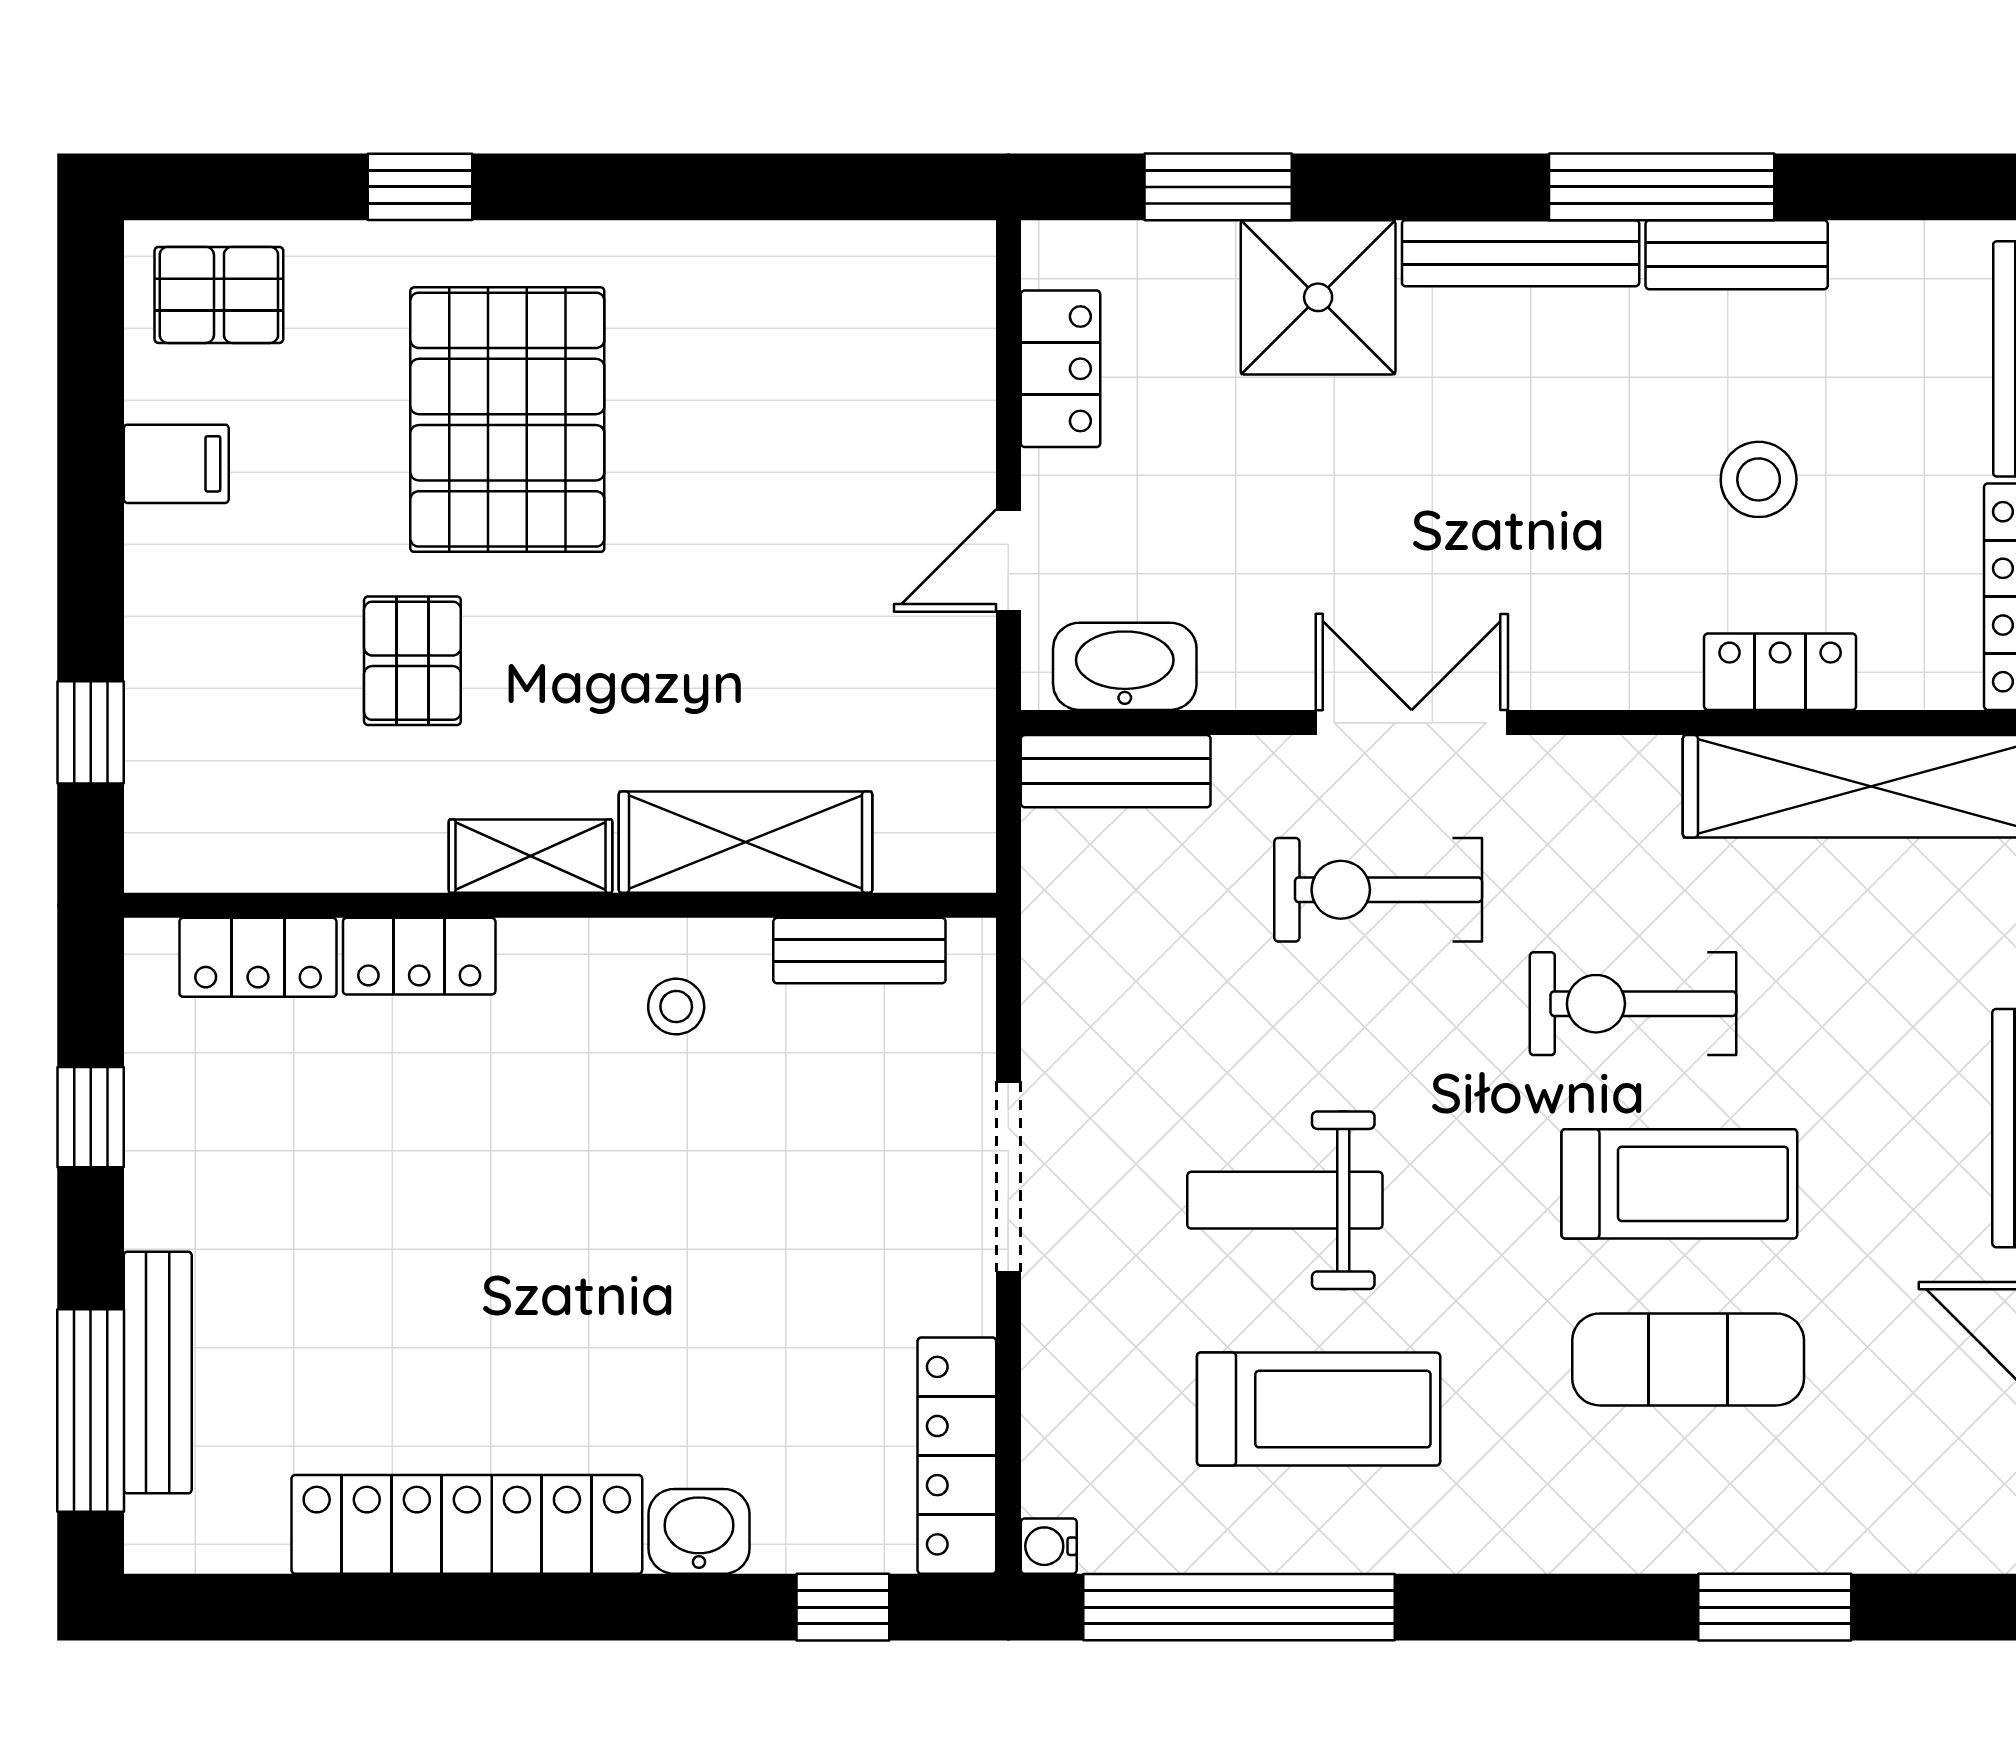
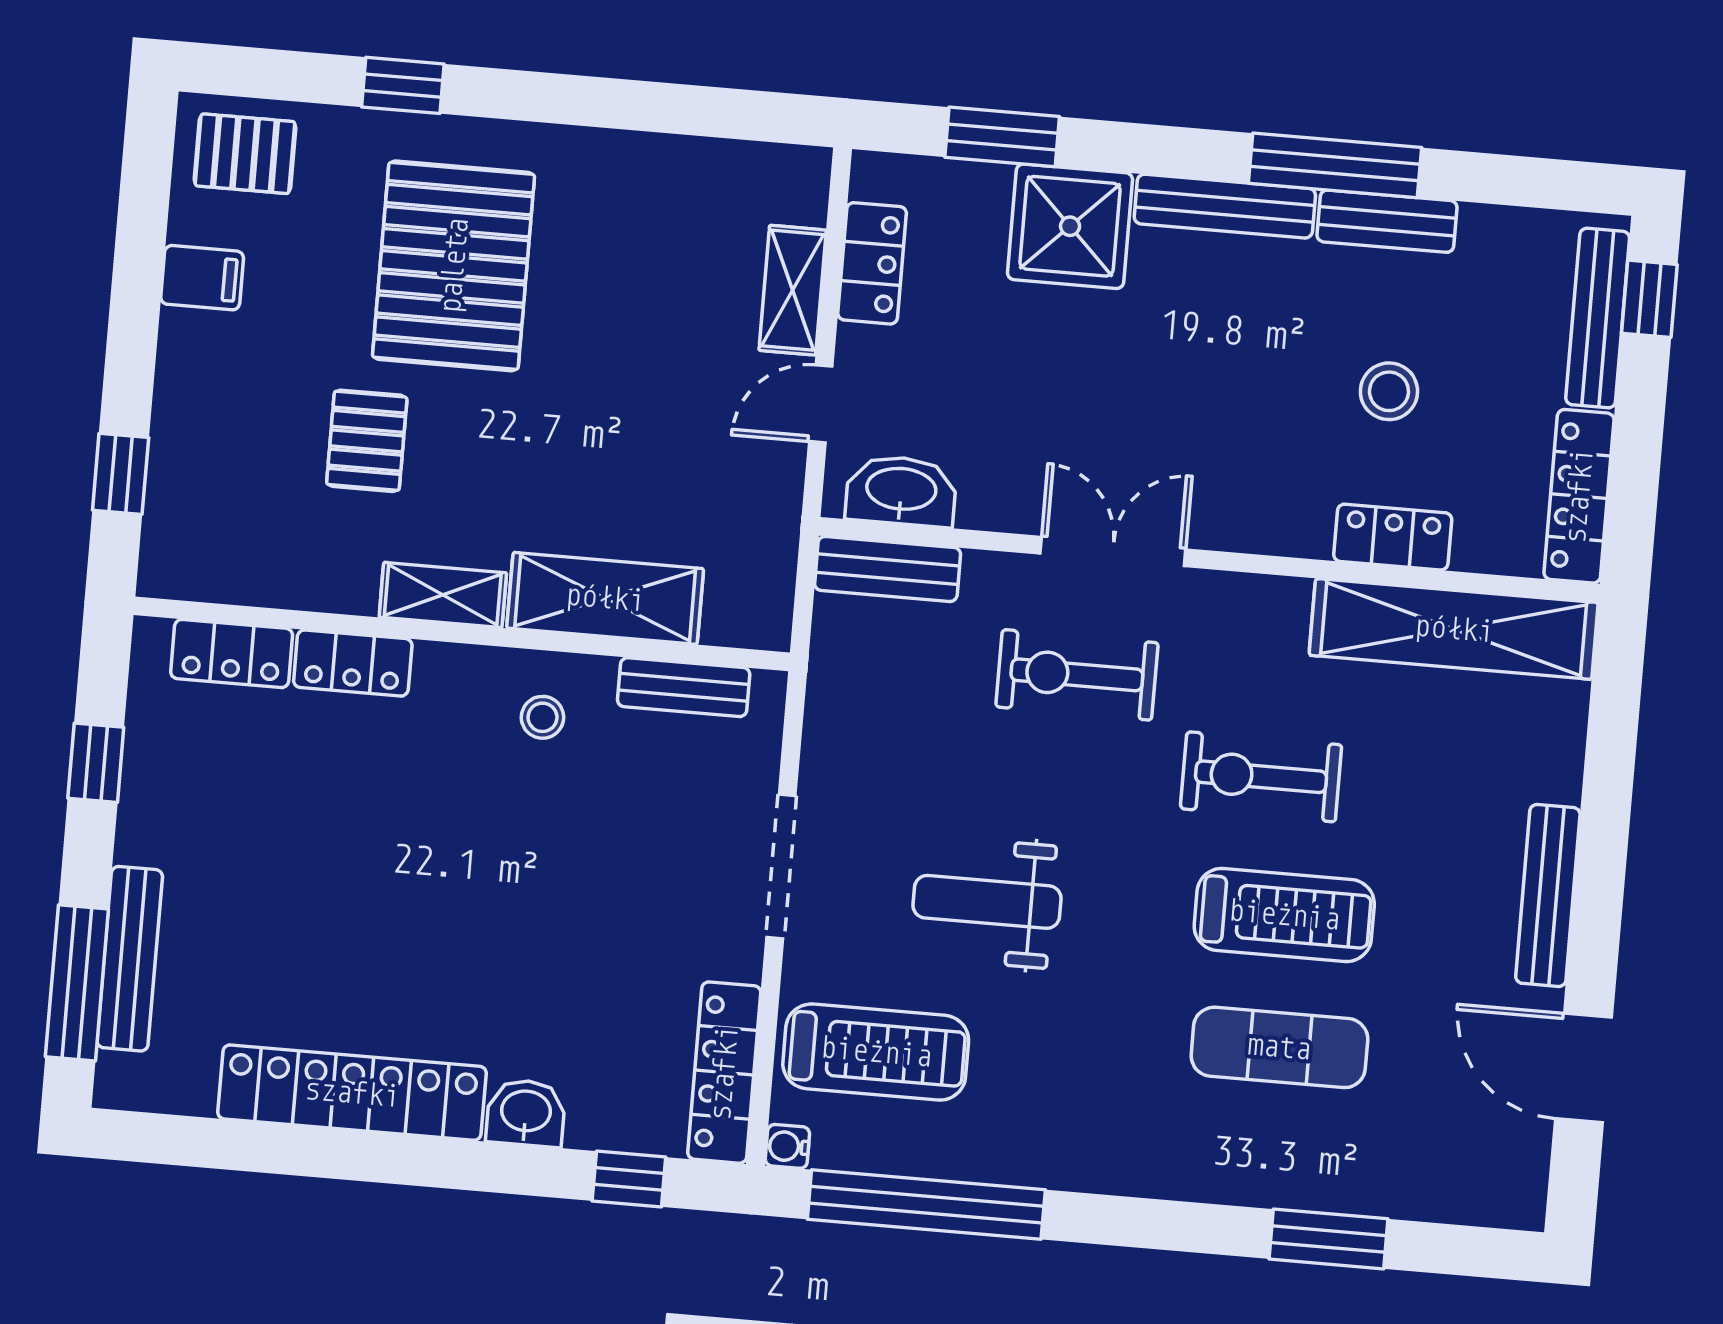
shelving: (958, 413) -> (793, 290), added
treadmill: (1319, 1409) -> (876, 1052), moved

